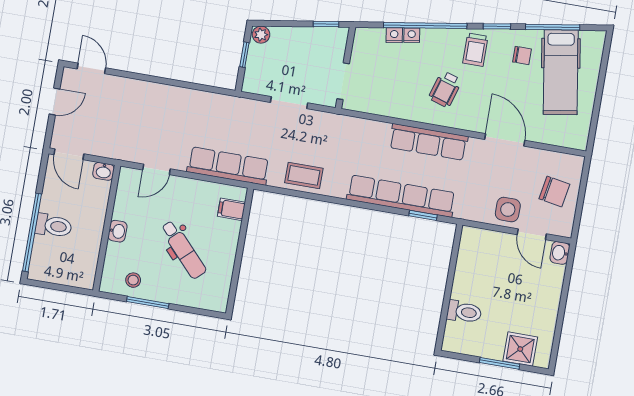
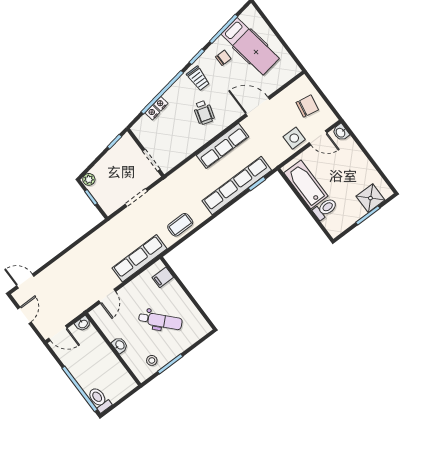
toilet: (54, 226) -> (99, 399), moved, turned -90
bathtub: (471, 268) -> (306, 184), added

